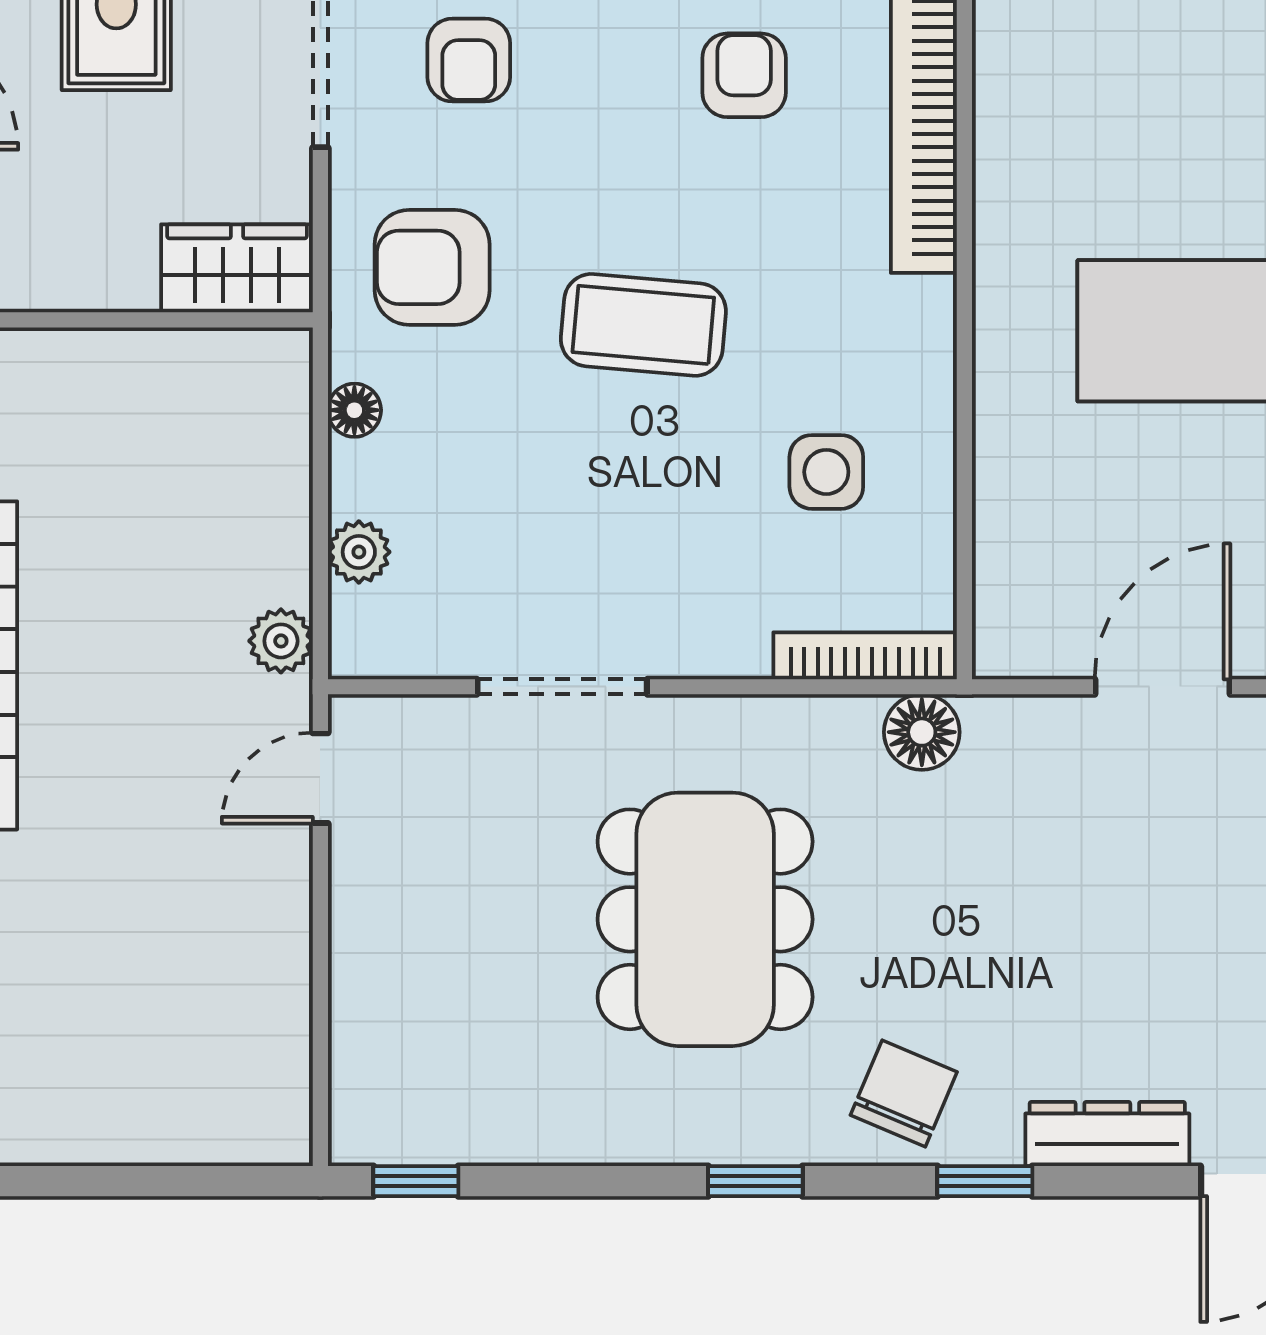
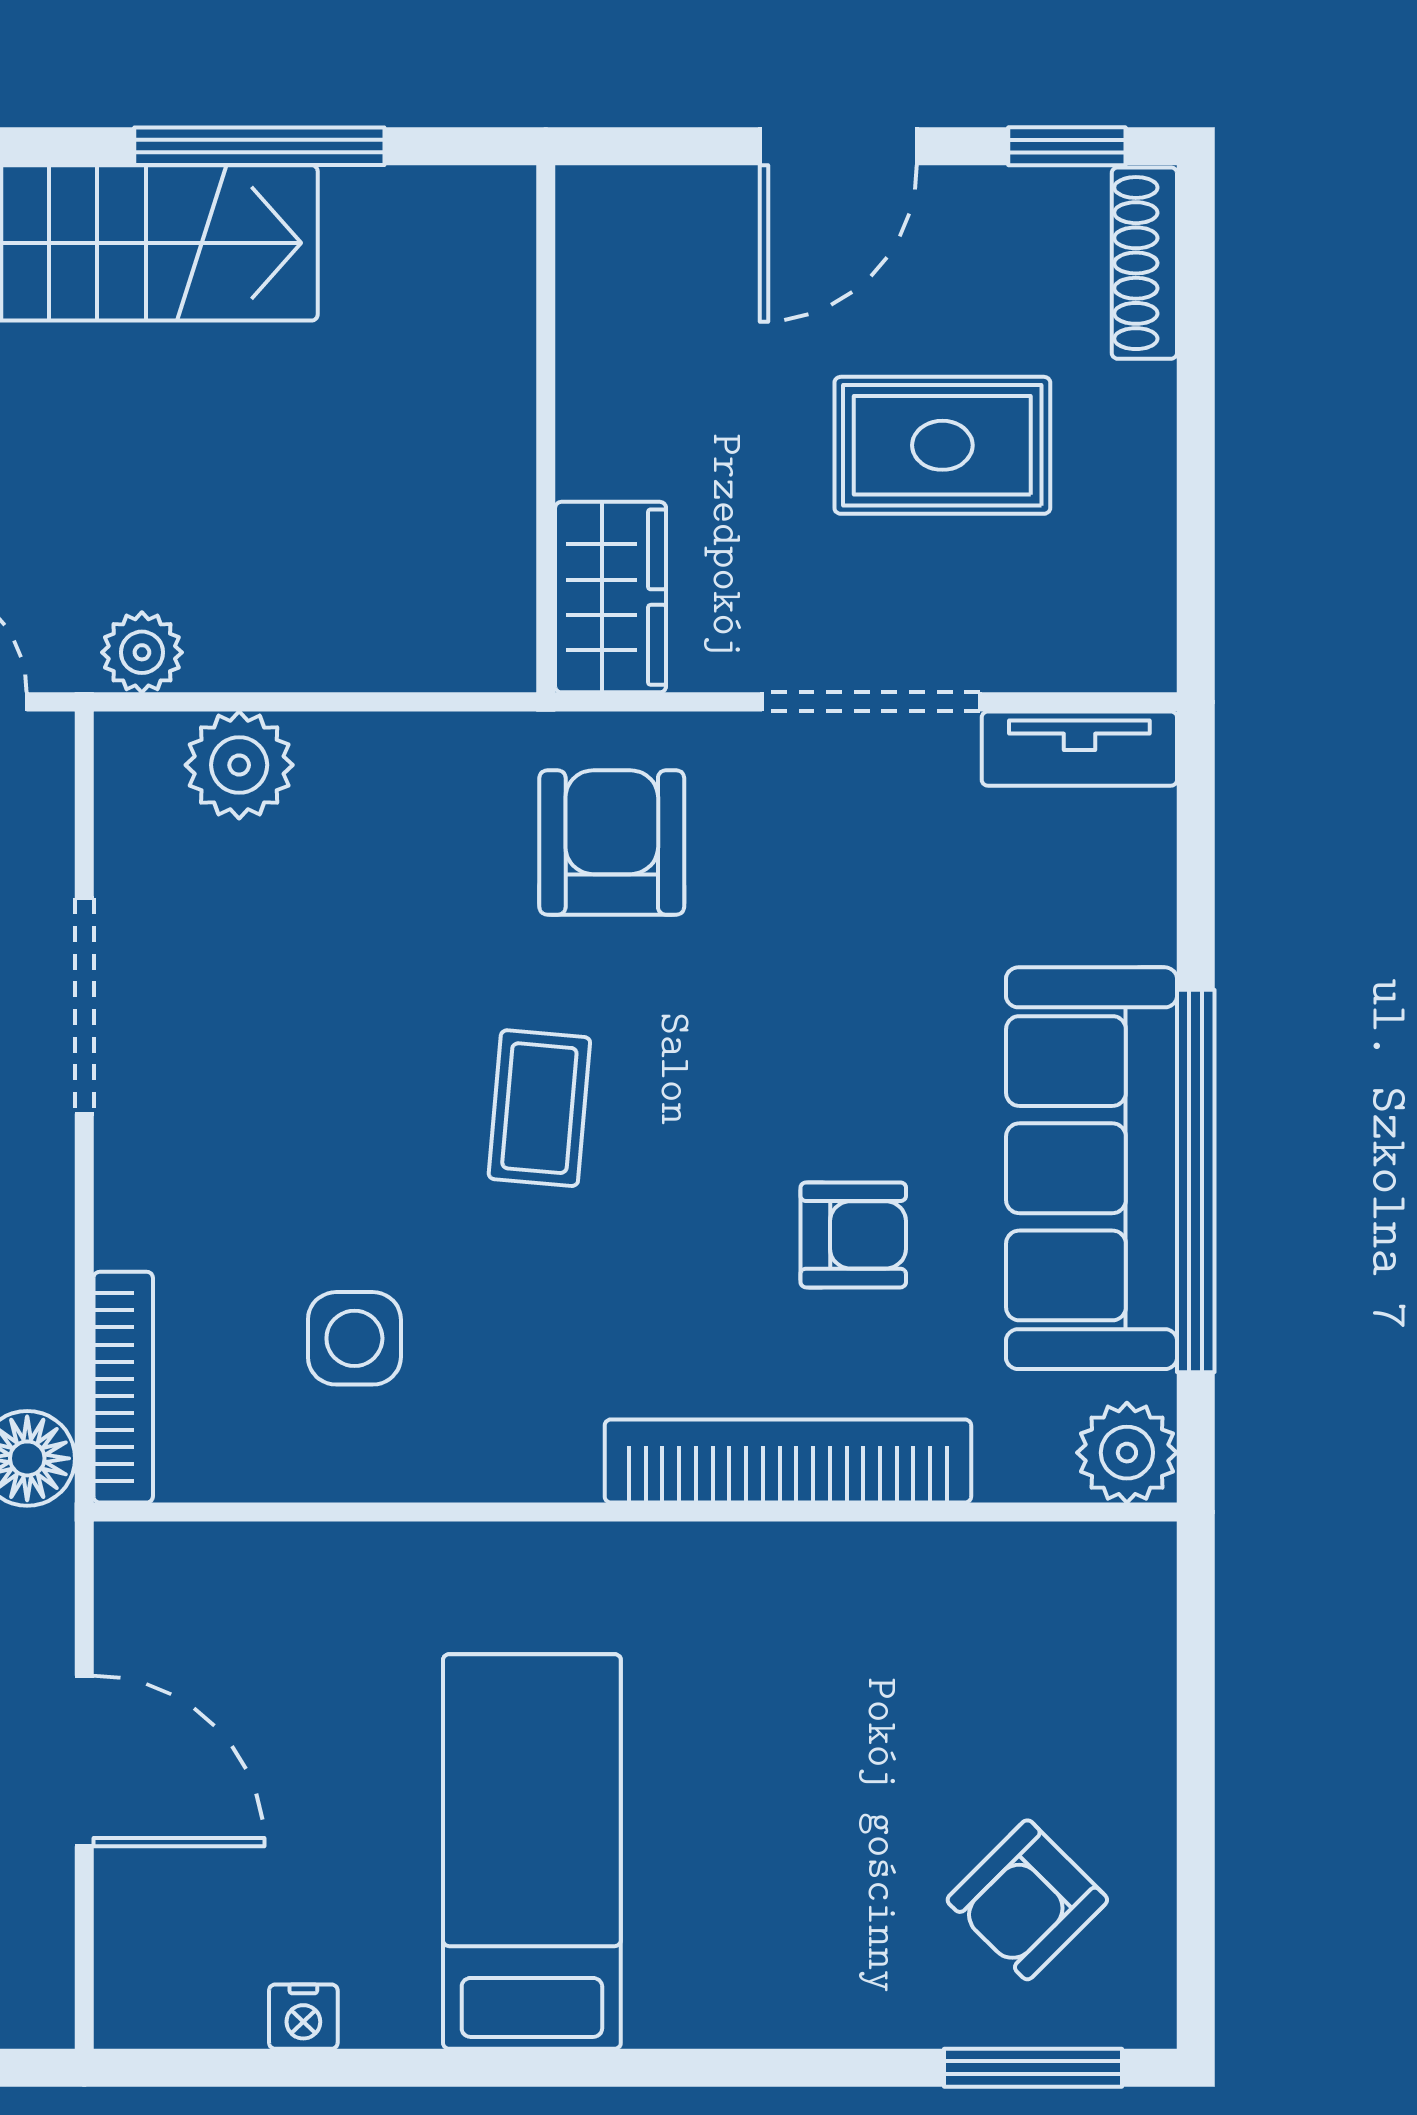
armchair: (469, 60) -> (872, 889), removed
coffee table: (643, 325) -> (539, 1108), width x0.73, depth x0.77
floor lamp: (354, 410) -> (432, 745), removed
plant: (359, 552) -> (239, 765), width x1.38, depth x1.38

